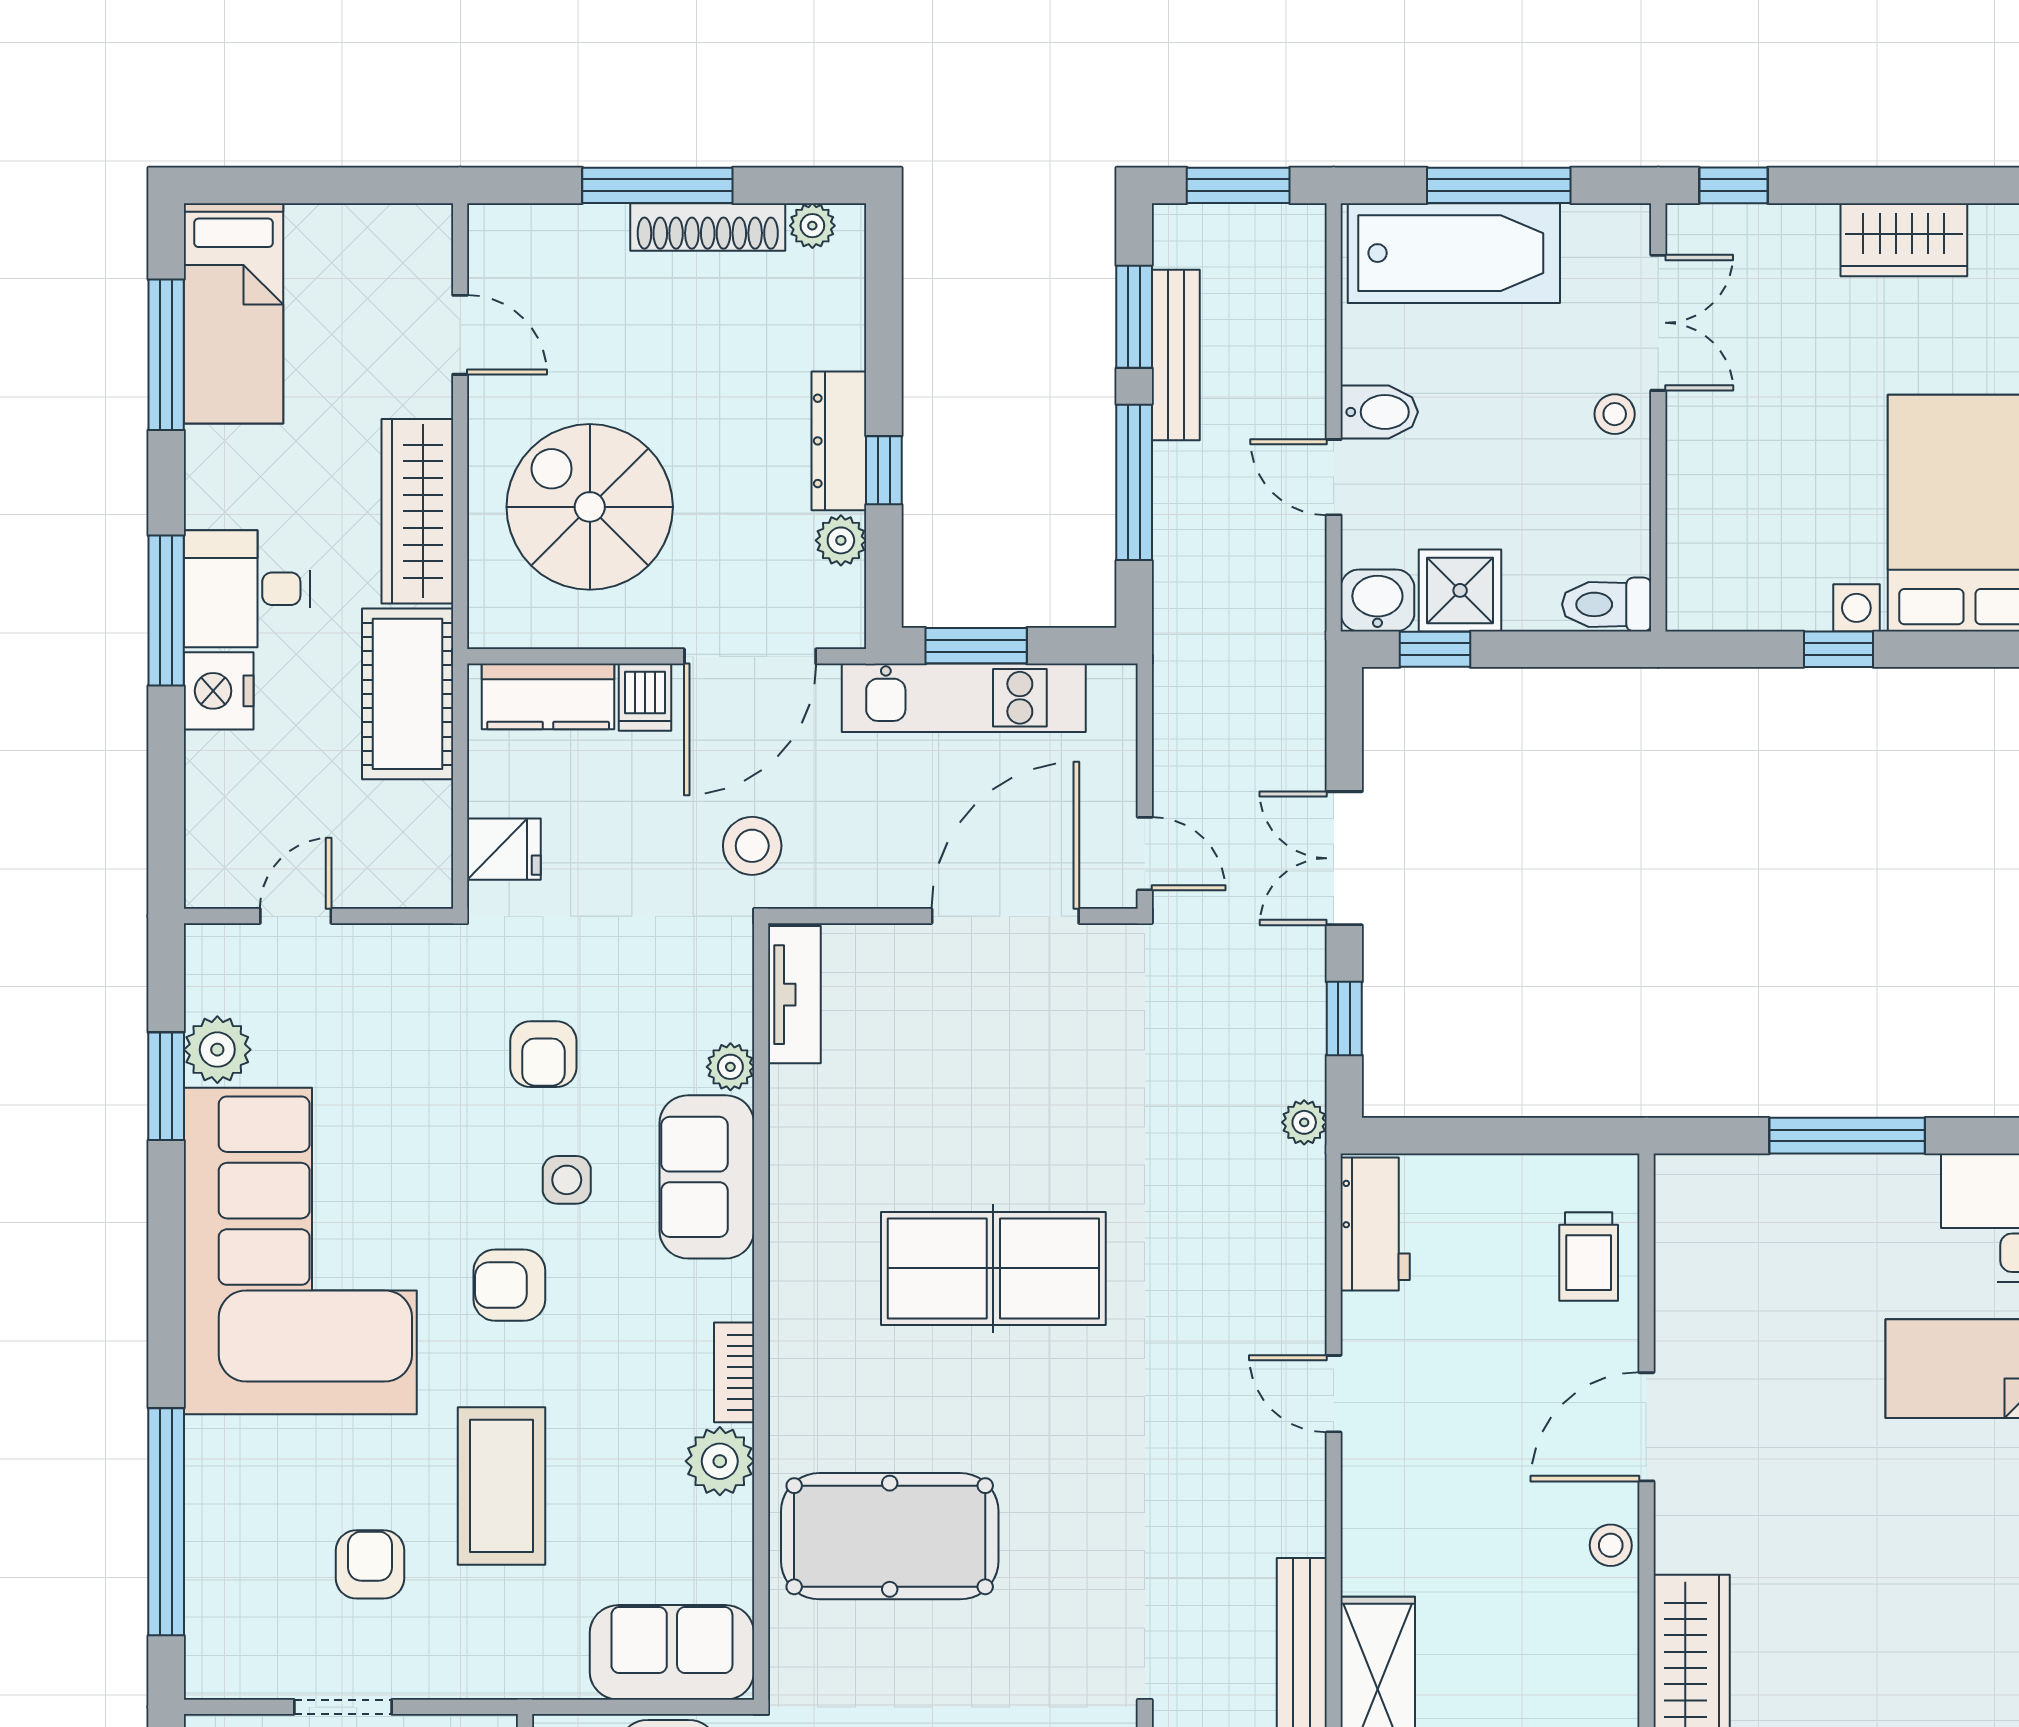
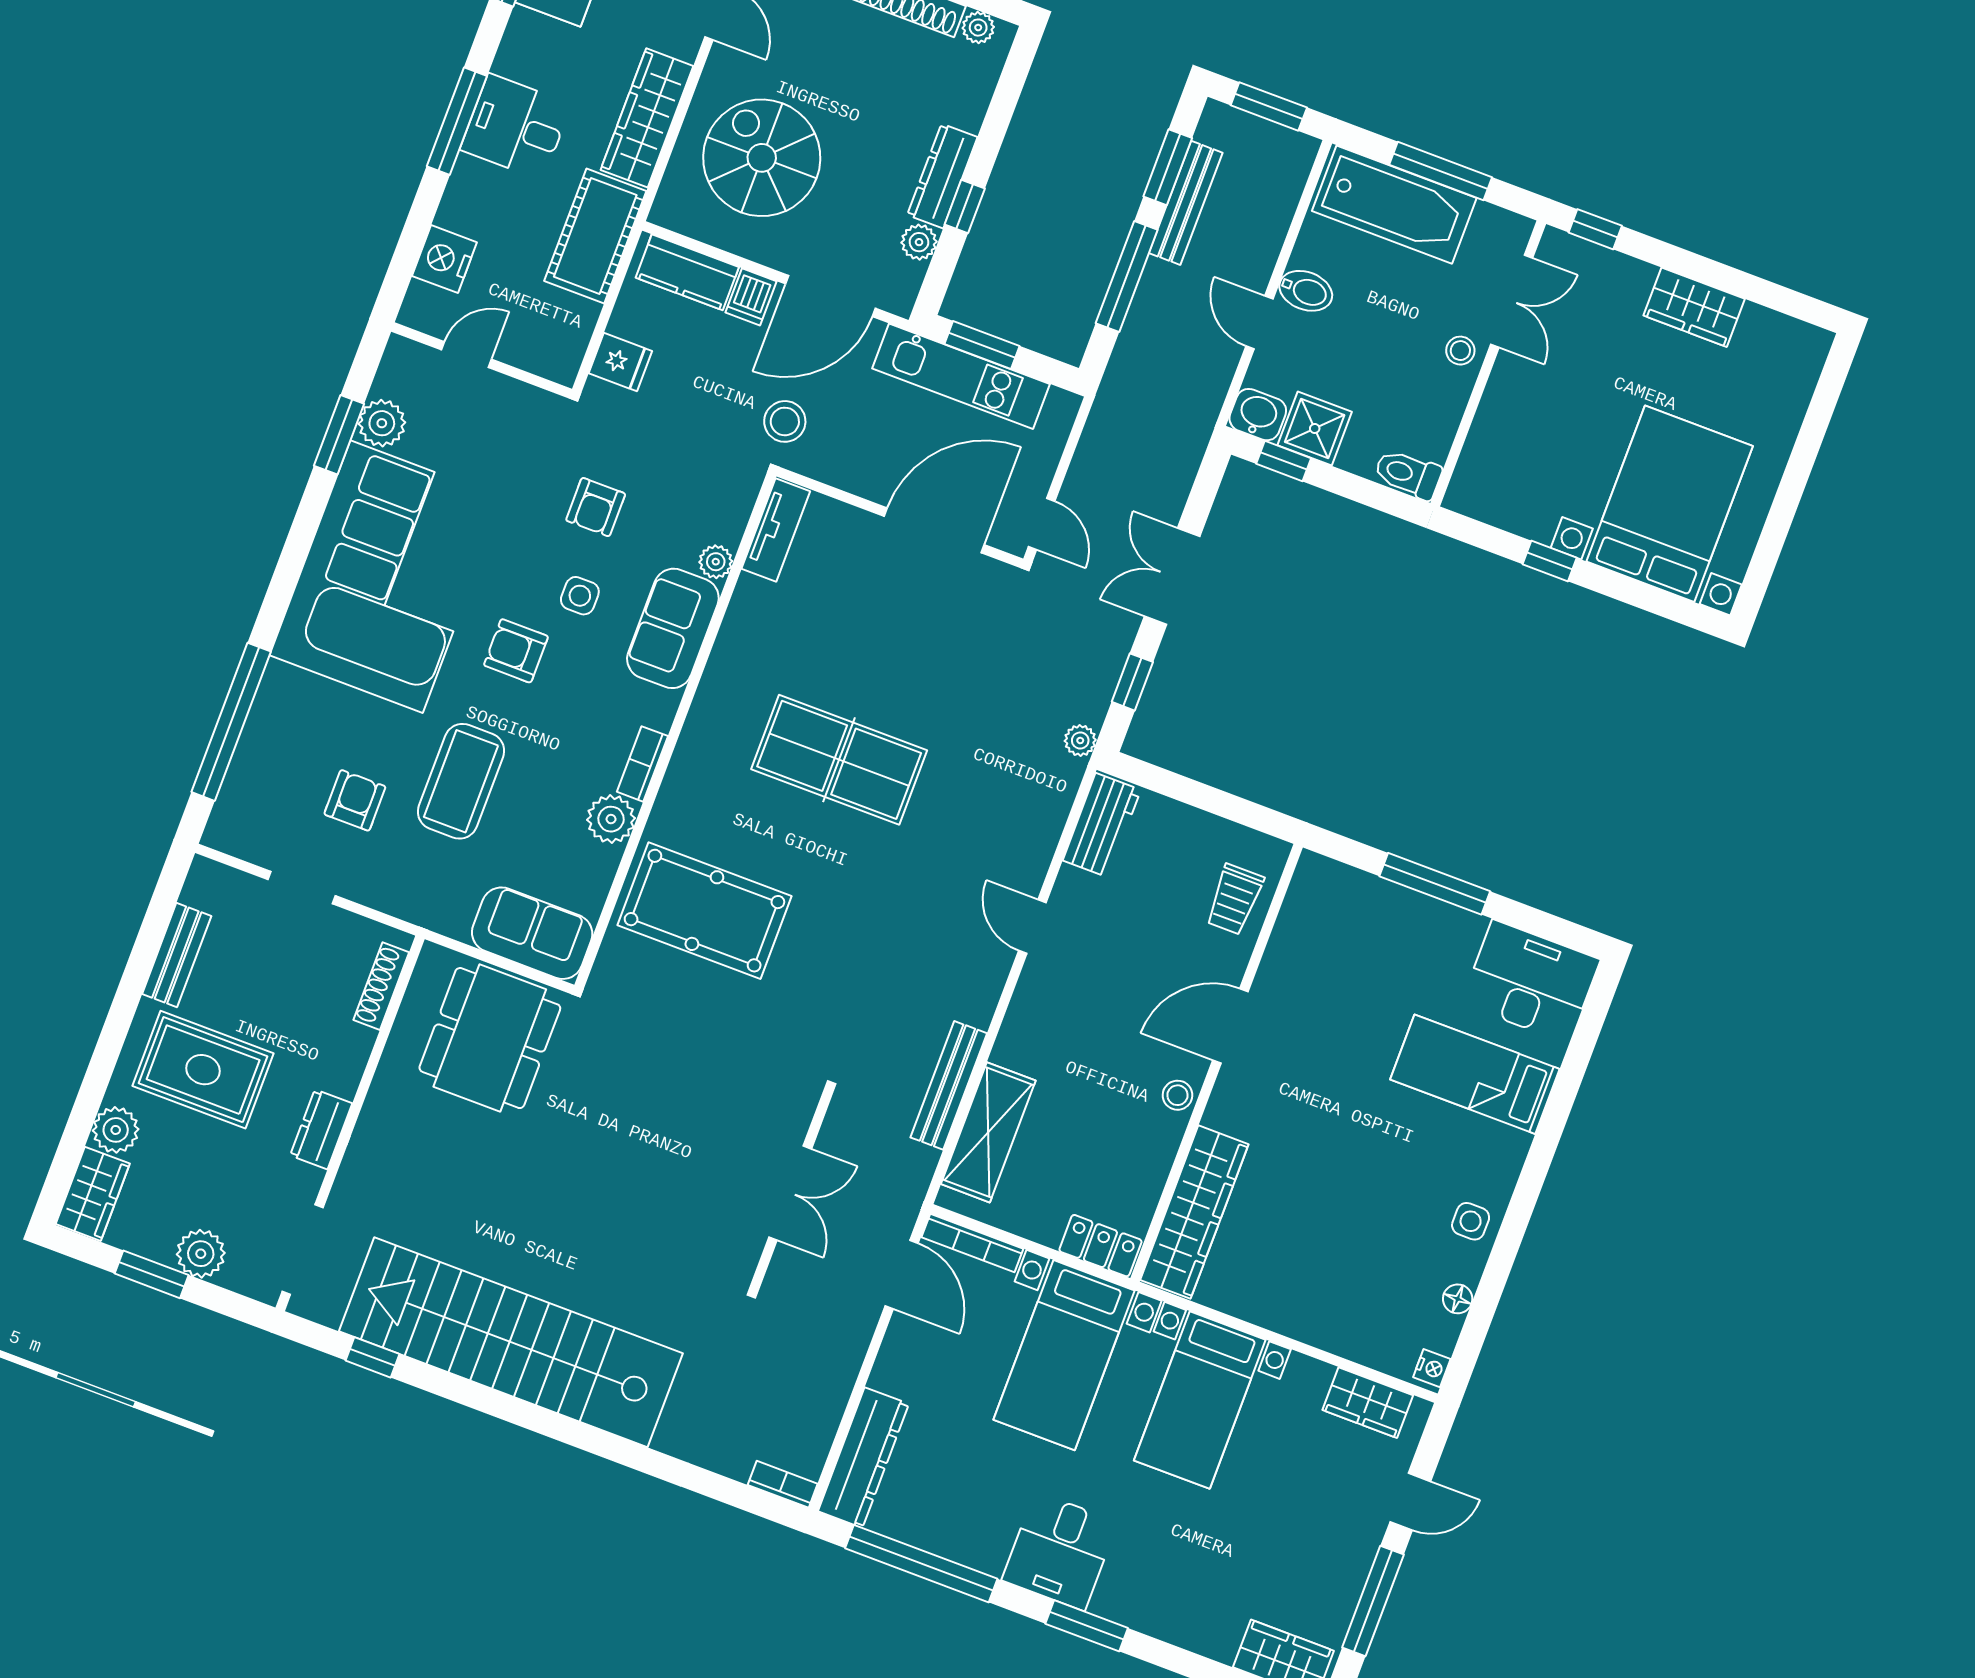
nightstand: (219, 691) -> (444, 259), moved

